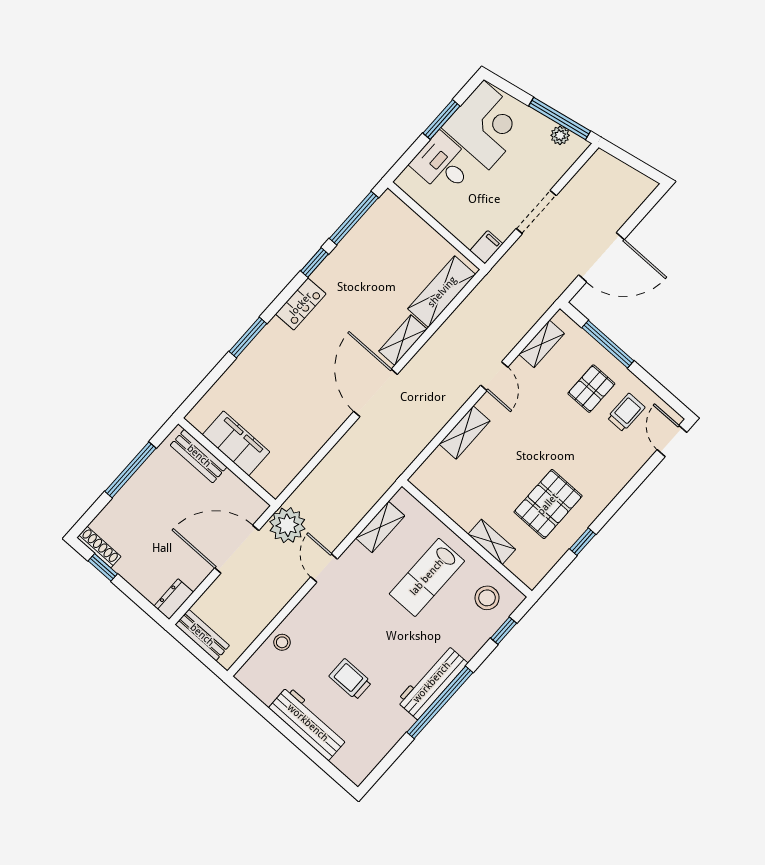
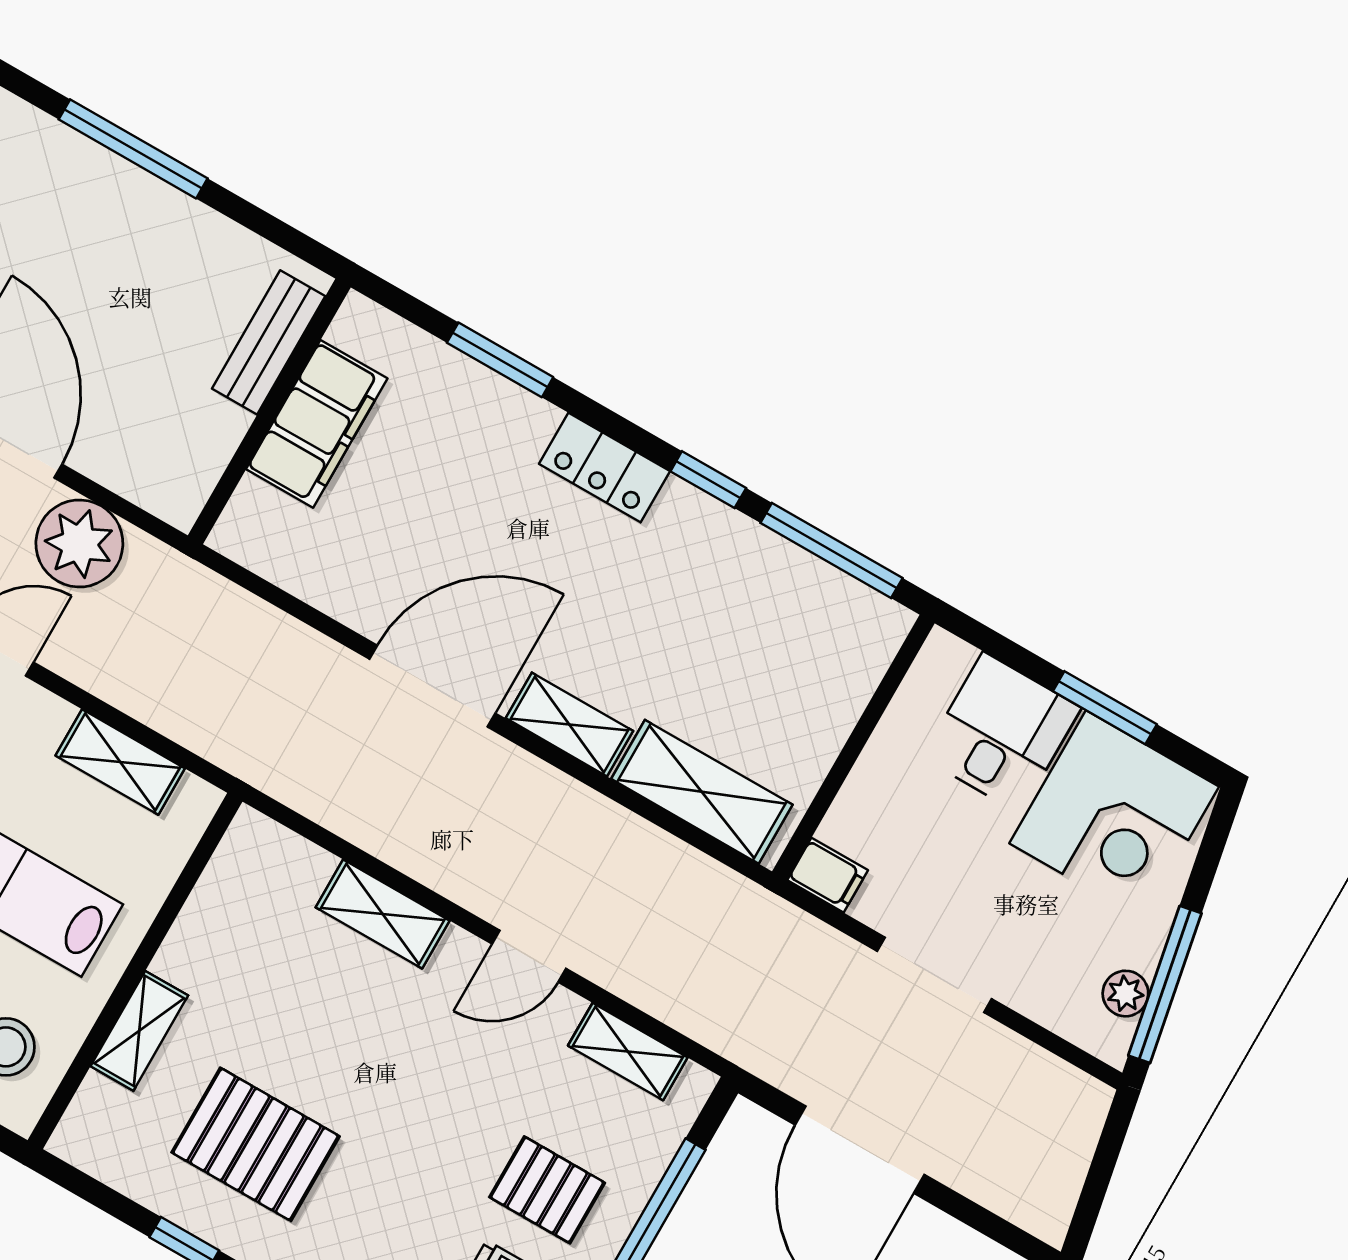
filing cabinet: (236, 443) -> (317, 424), moved
bench: (199, 456) -> (269, 342), moved
wall: (227, 462) -> (269, 411), moved

